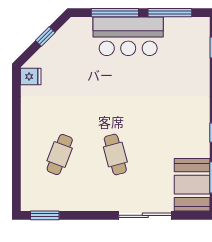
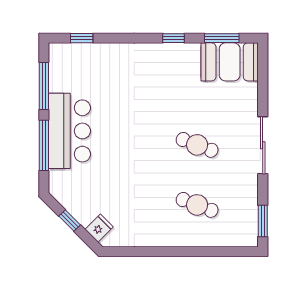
fridge: (31, 77) -> (99, 228), moved, turned 45
cafe table: (115, 155) -> (197, 145), turned 36
sliding door: (145, 215) -> (263, 145), moved

